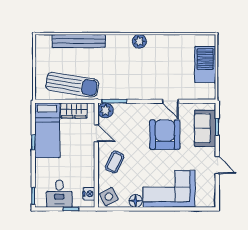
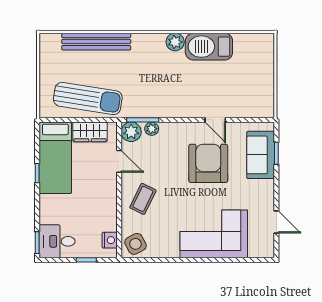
barbecue: (205, 65) -> (209, 47), moved, turned -90
plant: (121, 108) -> (152, 129), added
door: (217, 165) -> (276, 222), moved
desk: (59, 194) -> (57, 241), moved, turned 90
floor lamp: (136, 201) -> (170, 249), removed

